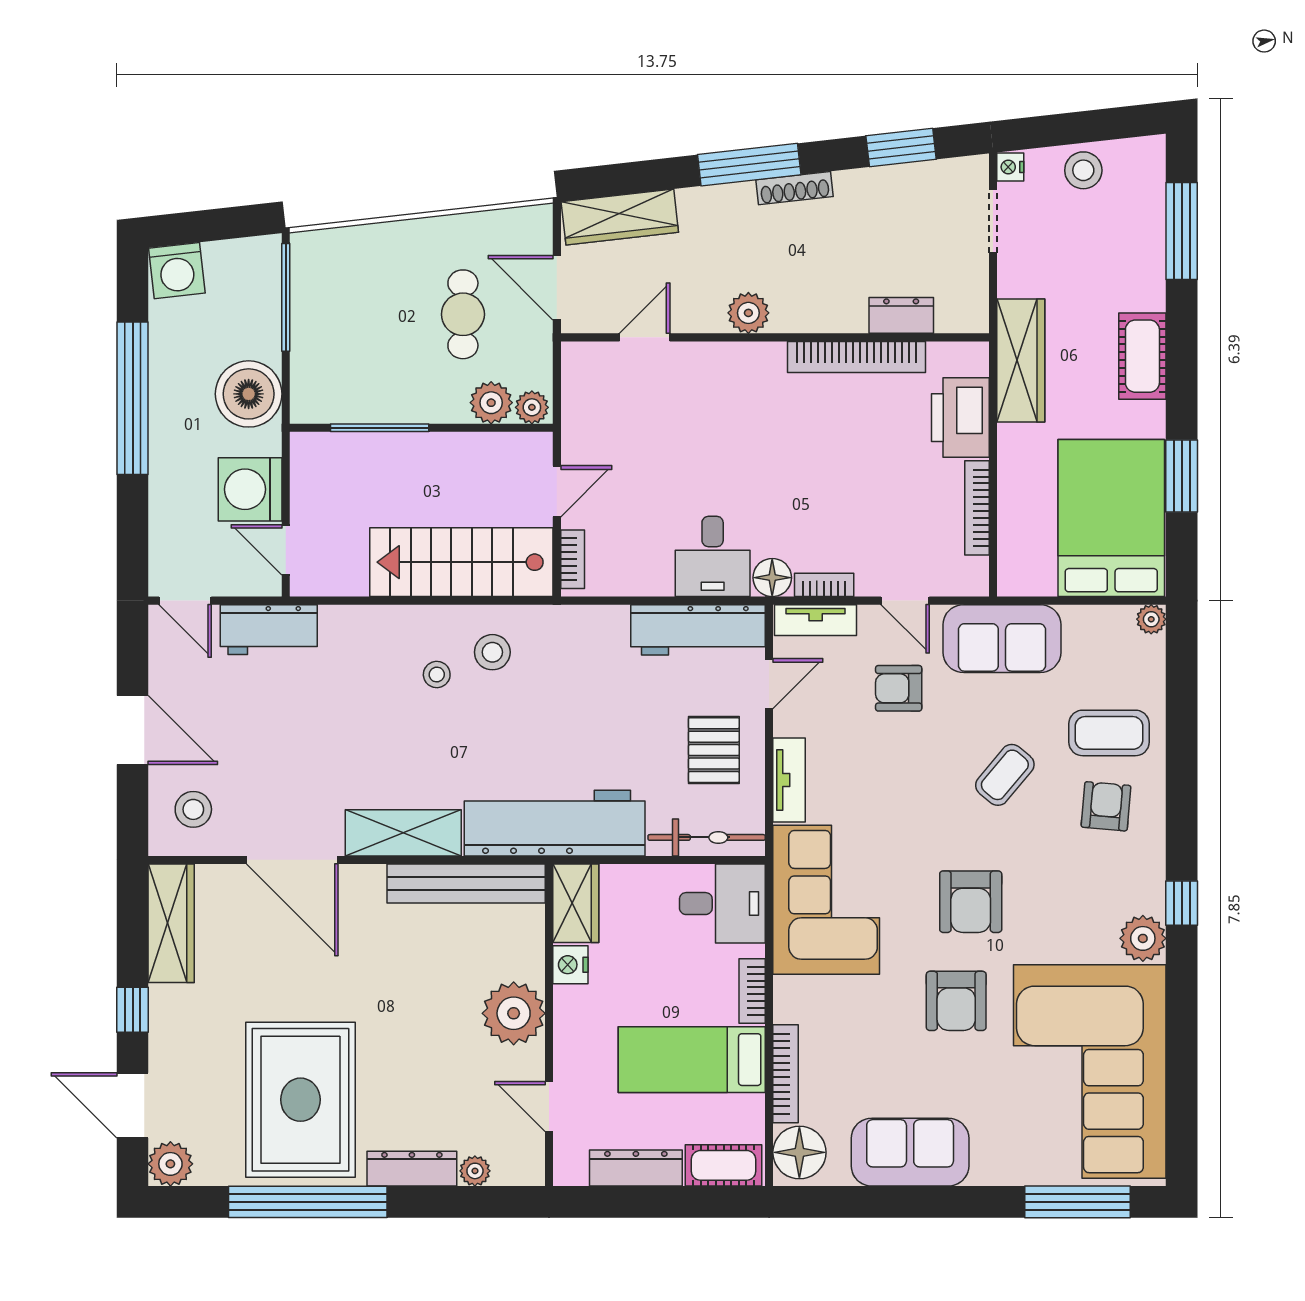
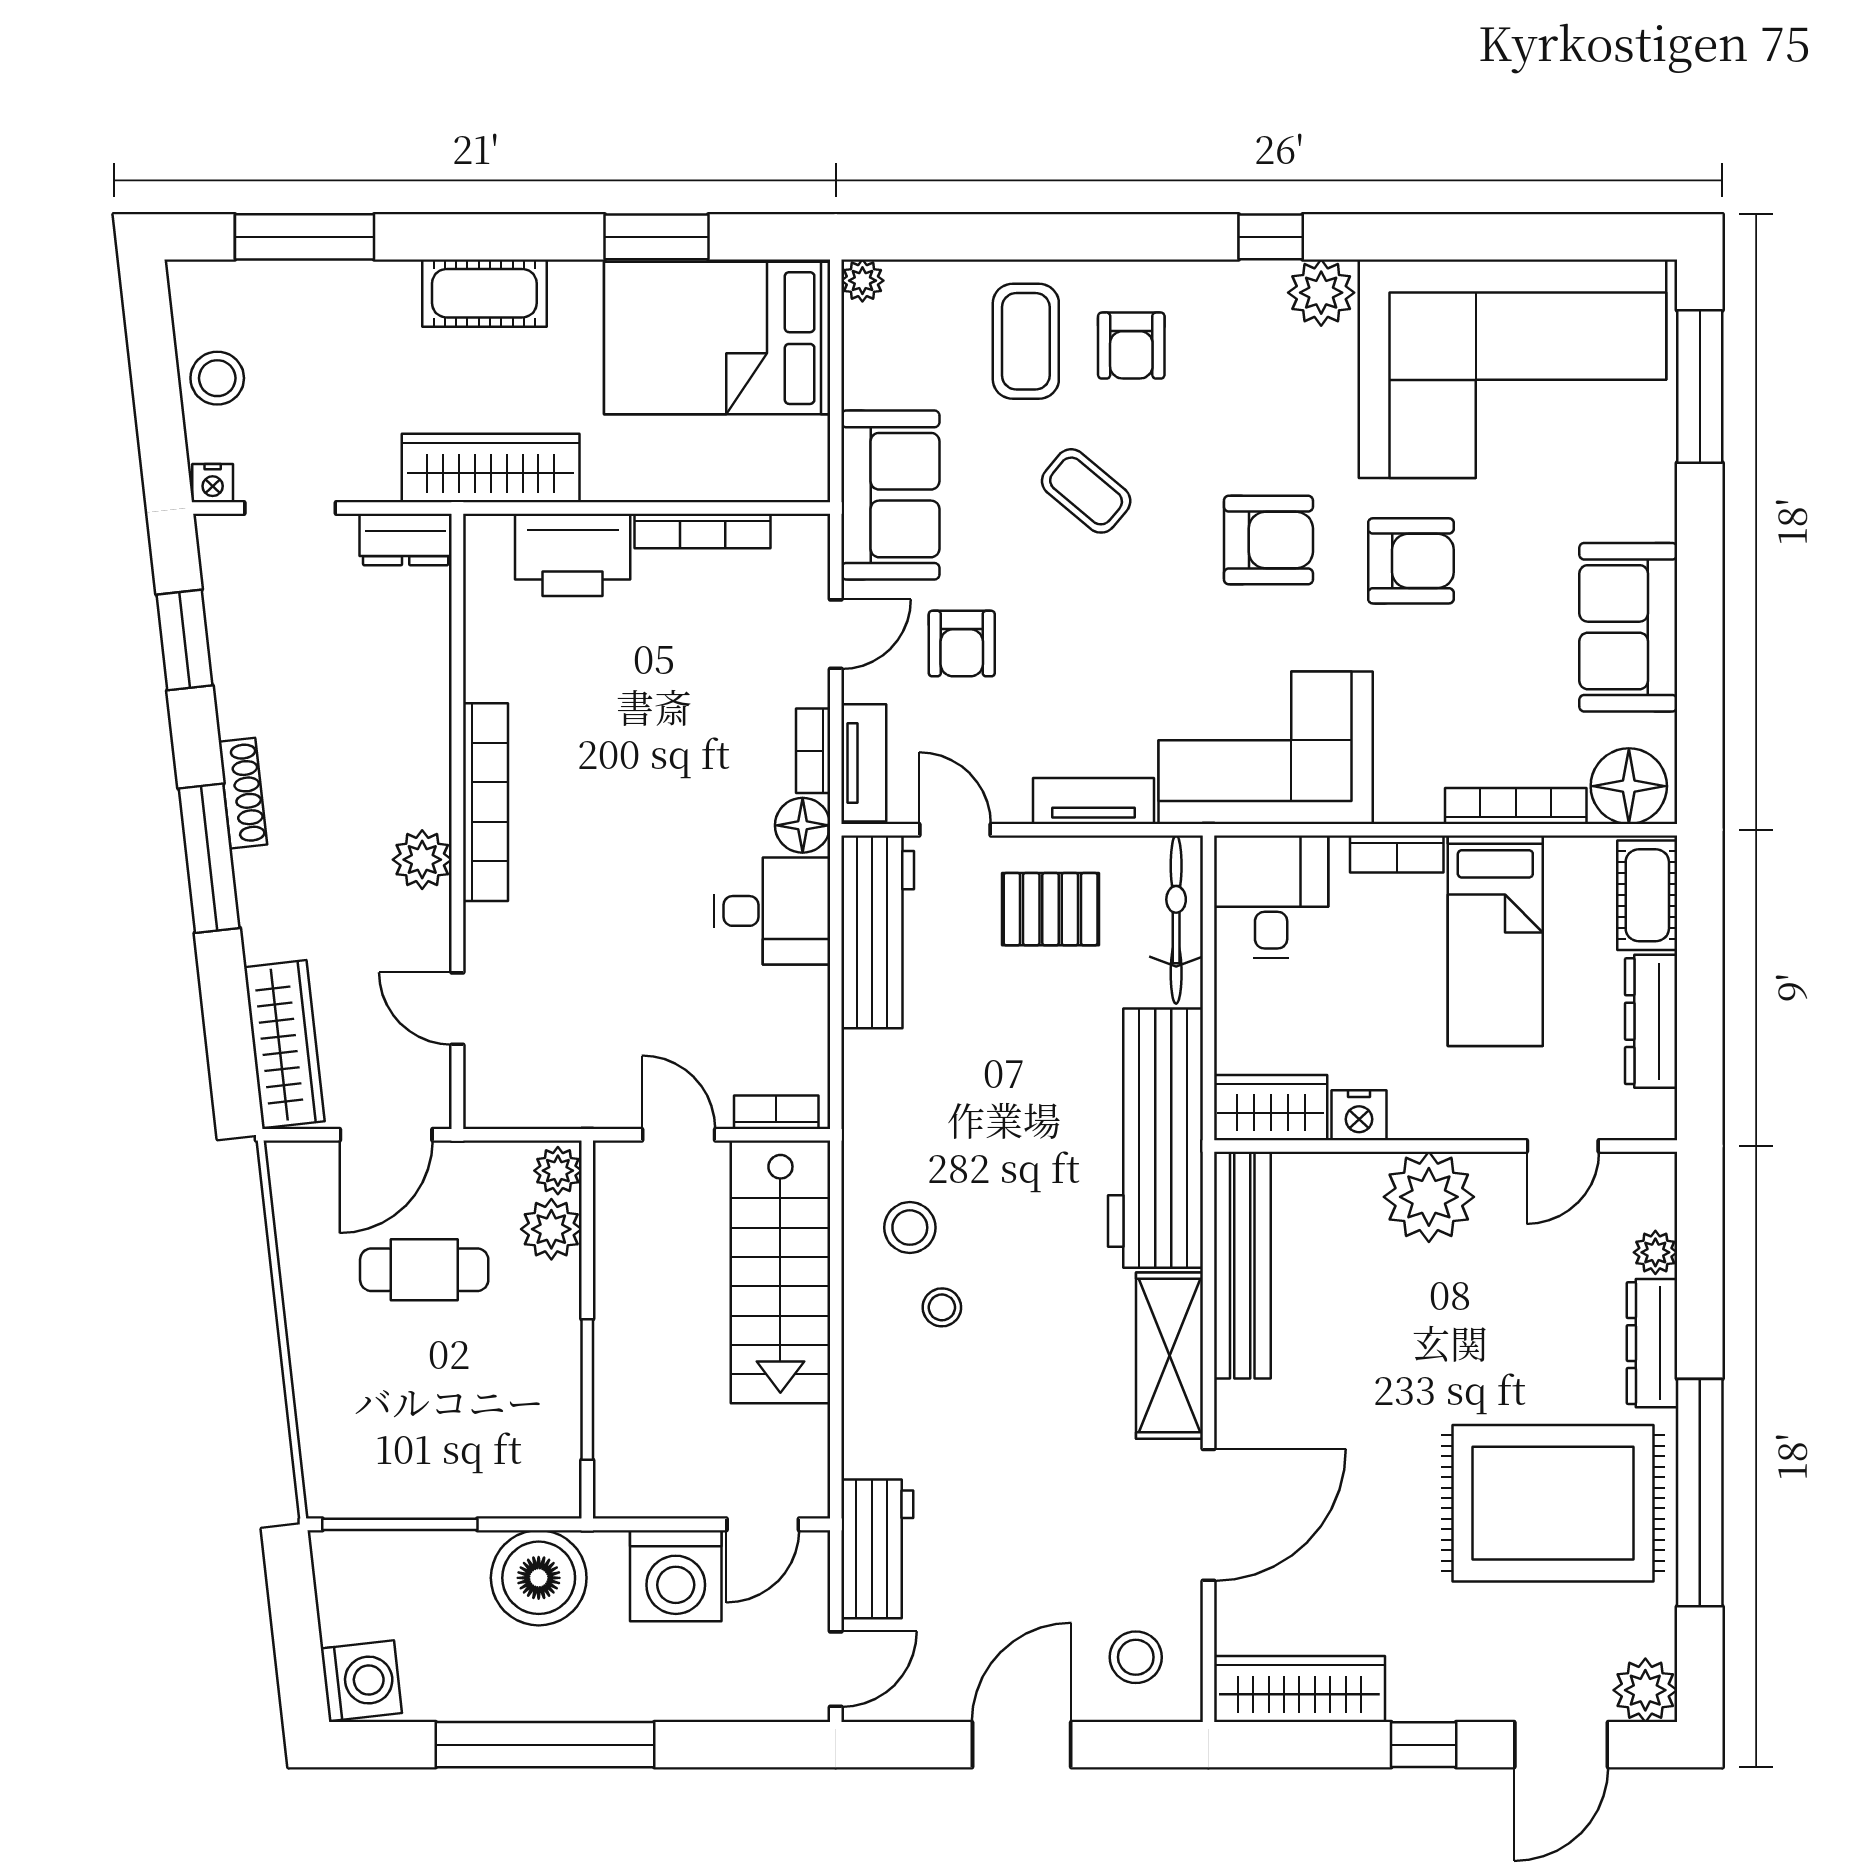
dresser: (901, 315) -> (406, 539), moved, turned -90
bookcase: (857, 357) -> (485, 802), moved
armchair: (1106, 806) -> (1131, 346), turned -95

